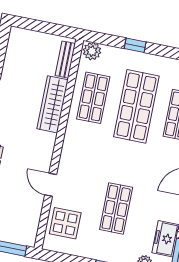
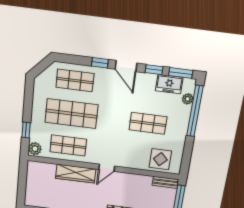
window: (135, 45) -> (26, 130), moved
bench: (65, 60) -> (165, 182), moved
door: (51, 185) -> (107, 168), moved

